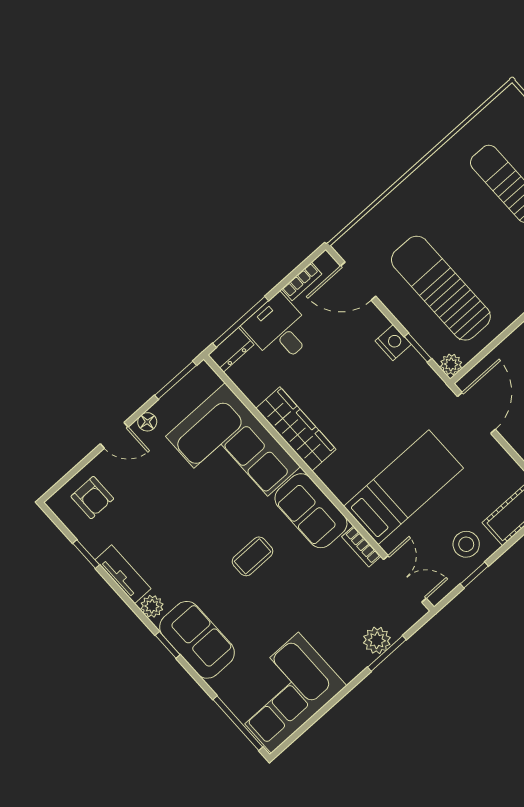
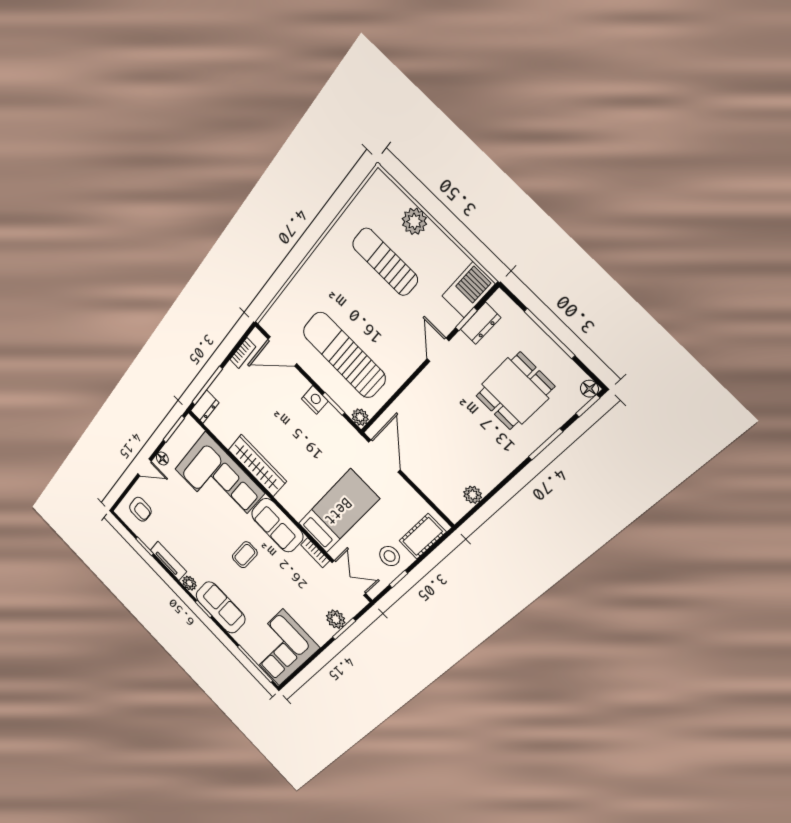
desk: (279, 330) -> (234, 391), removed

